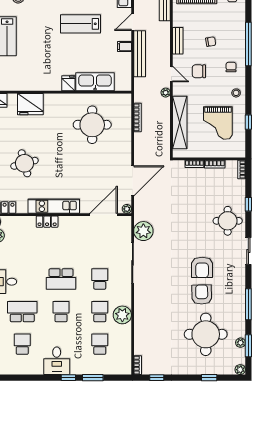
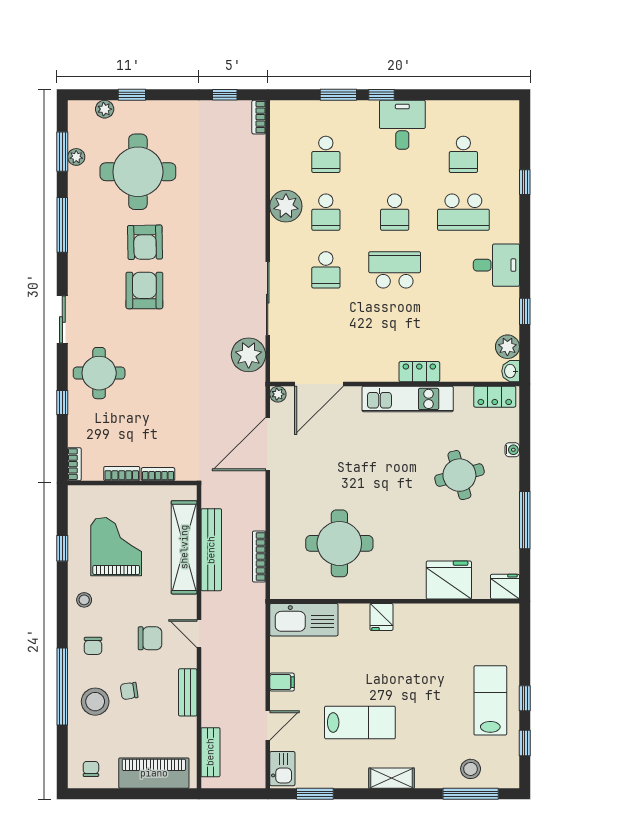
stool: (230, 36) -> (95, 702), added
bench: (140, 54) -> (211, 550), moved
kitchen sink: (95, 82) -> (304, 620), moved
plant: (166, 93) -> (209, 601), removed
plant: (240, 370) -> (105, 109), moved

